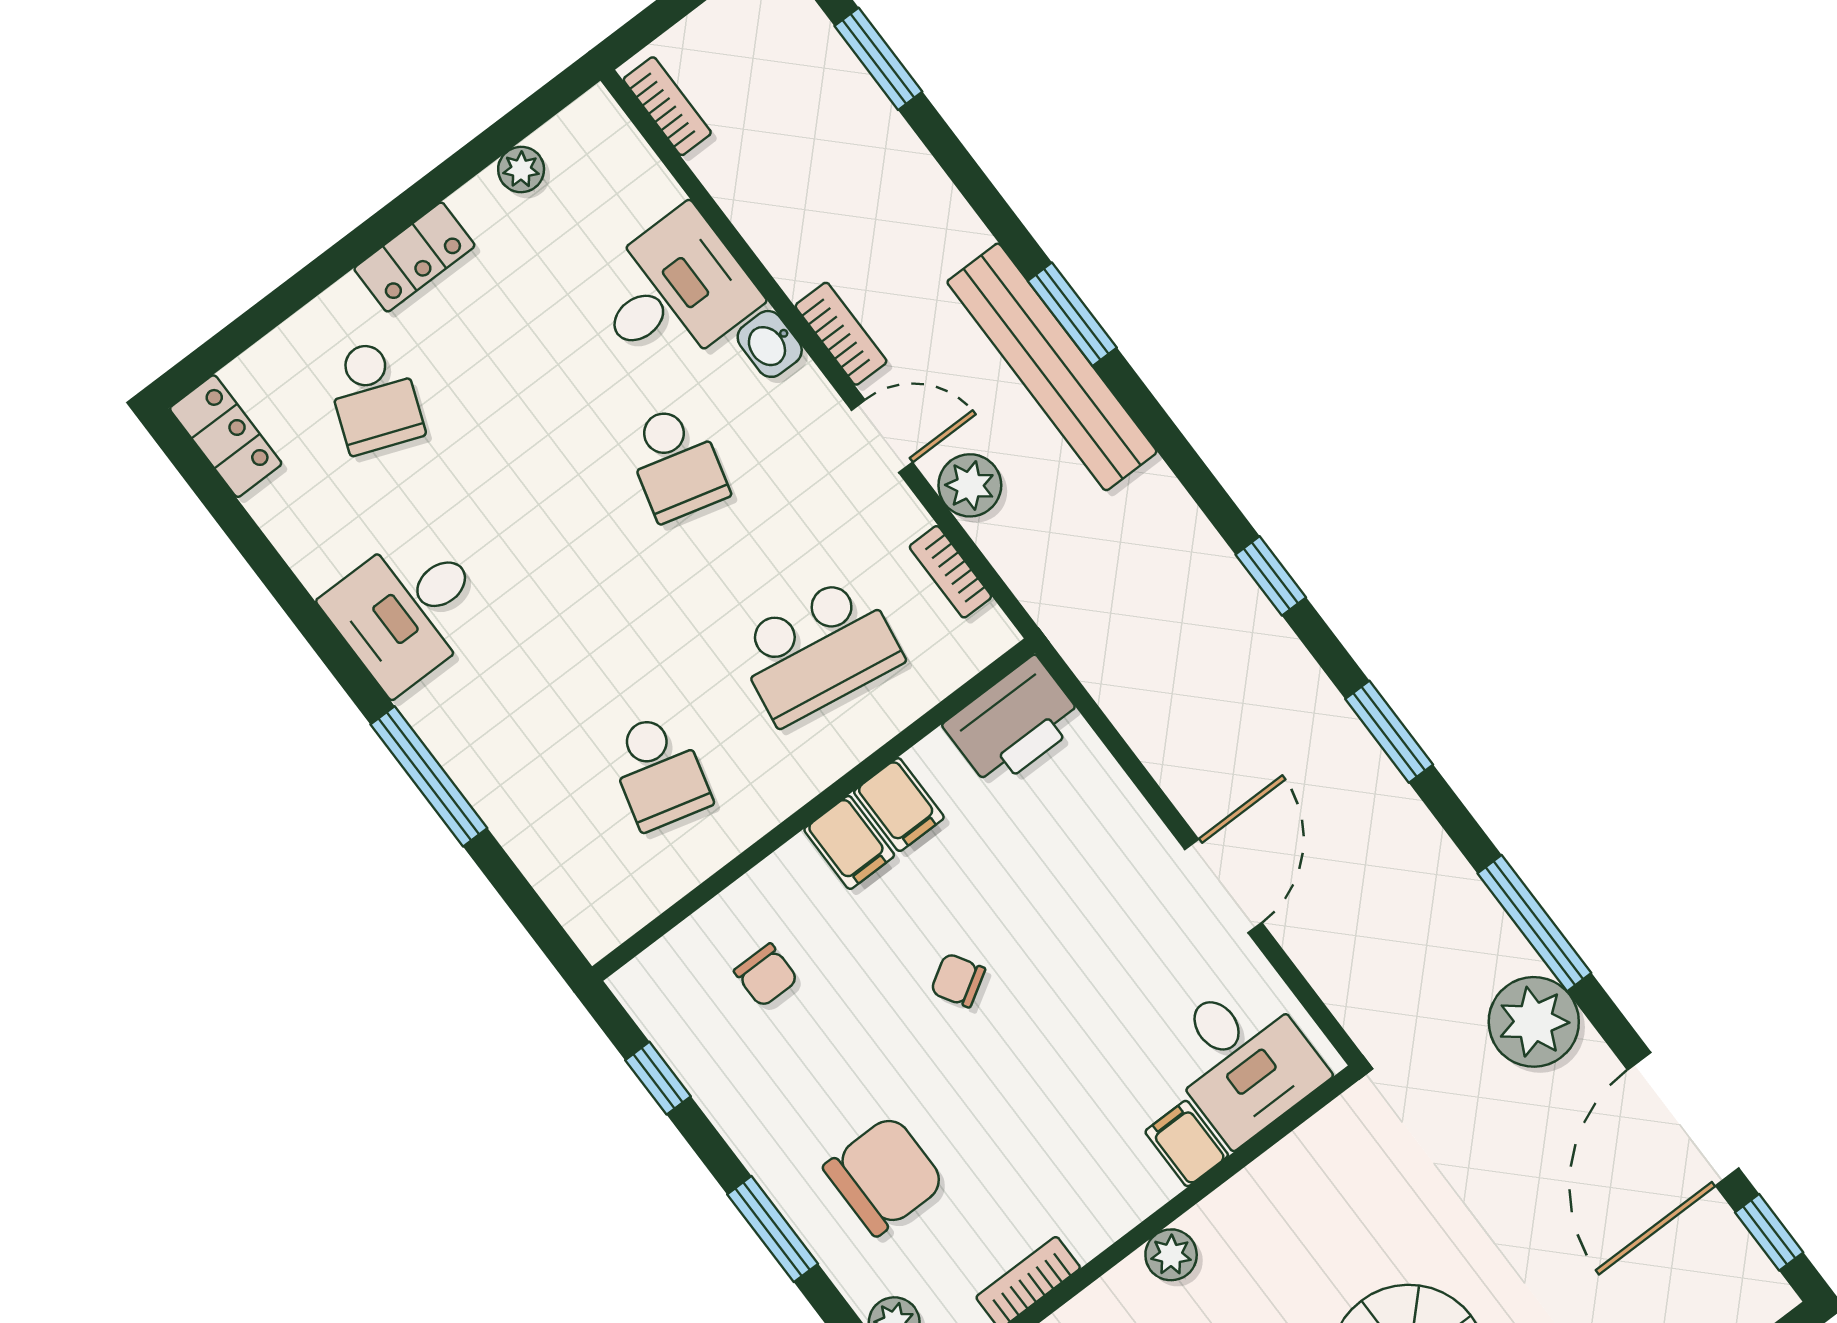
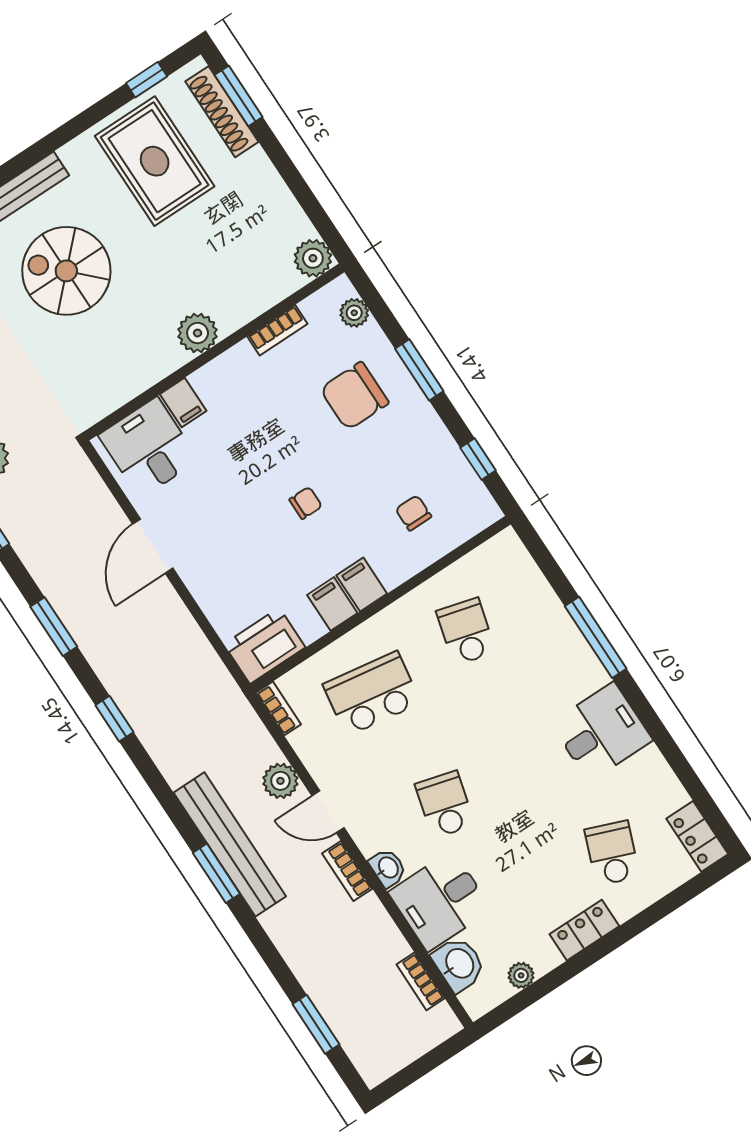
bookcase: (667, 106) -> (421, 981), moved
washbasin: (633, 182) -> (459, 964), added
bookcase: (950, 572) -> (278, 708), moved
chair: (958, 980) -> (306, 503), turned -59
plant: (1171, 1255) -> (198, 333), width x1.38, depth x1.38

